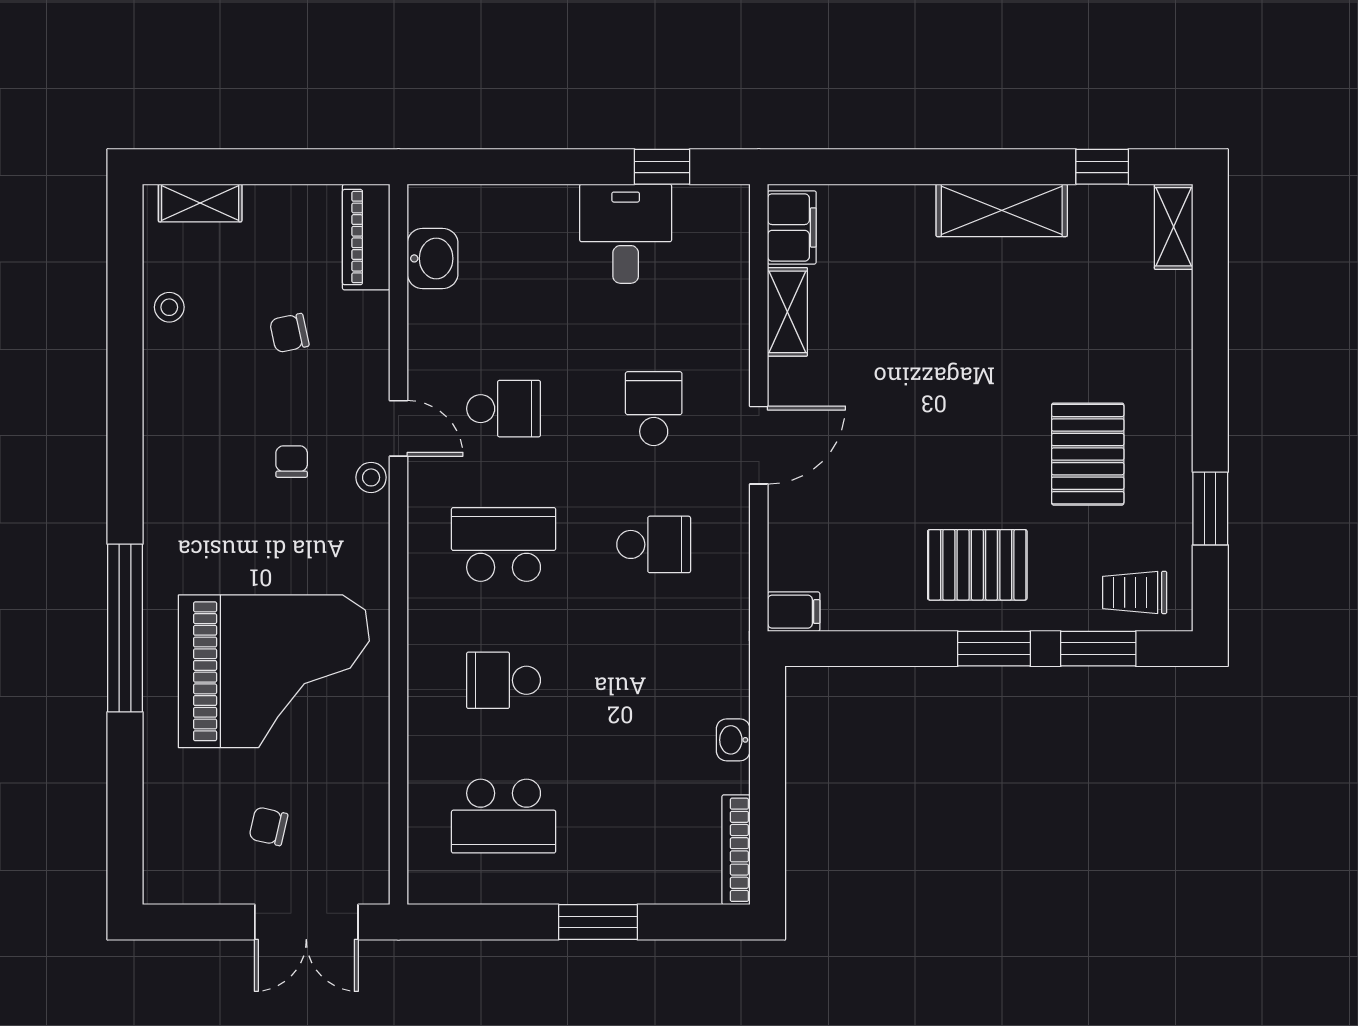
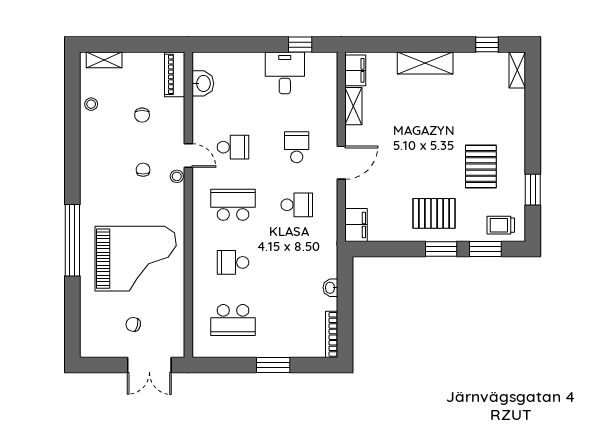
shelving: (1002, 210) -> (425, 63), moved
chair: (289, 333) -> (142, 115), turned -78
filing cabinet: (794, 612) -> (356, 225), width x2.00

